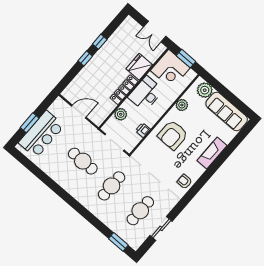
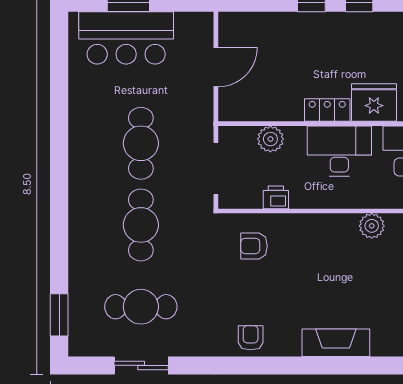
locker: (124, 90) -> (327, 110), width x0.66
door: (79, 112) -> (216, 67), hinge flipped
armchair: (173, 135) -> (254, 246), moved, width x0.53, depth x0.53
cafe table: (112, 186) -> (141, 225), turned 90

